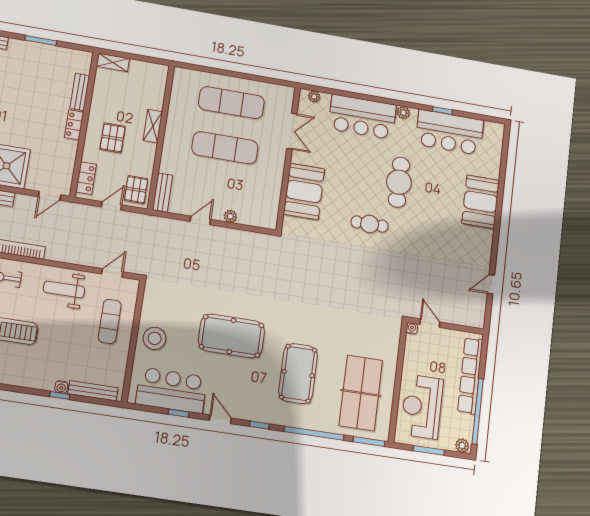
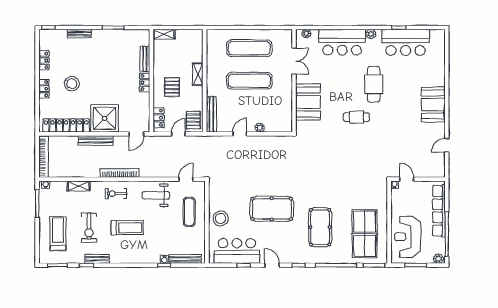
bench: (163, 193) -> (211, 114), width x1.36
booth: (481, 202) -> (433, 105), moved

